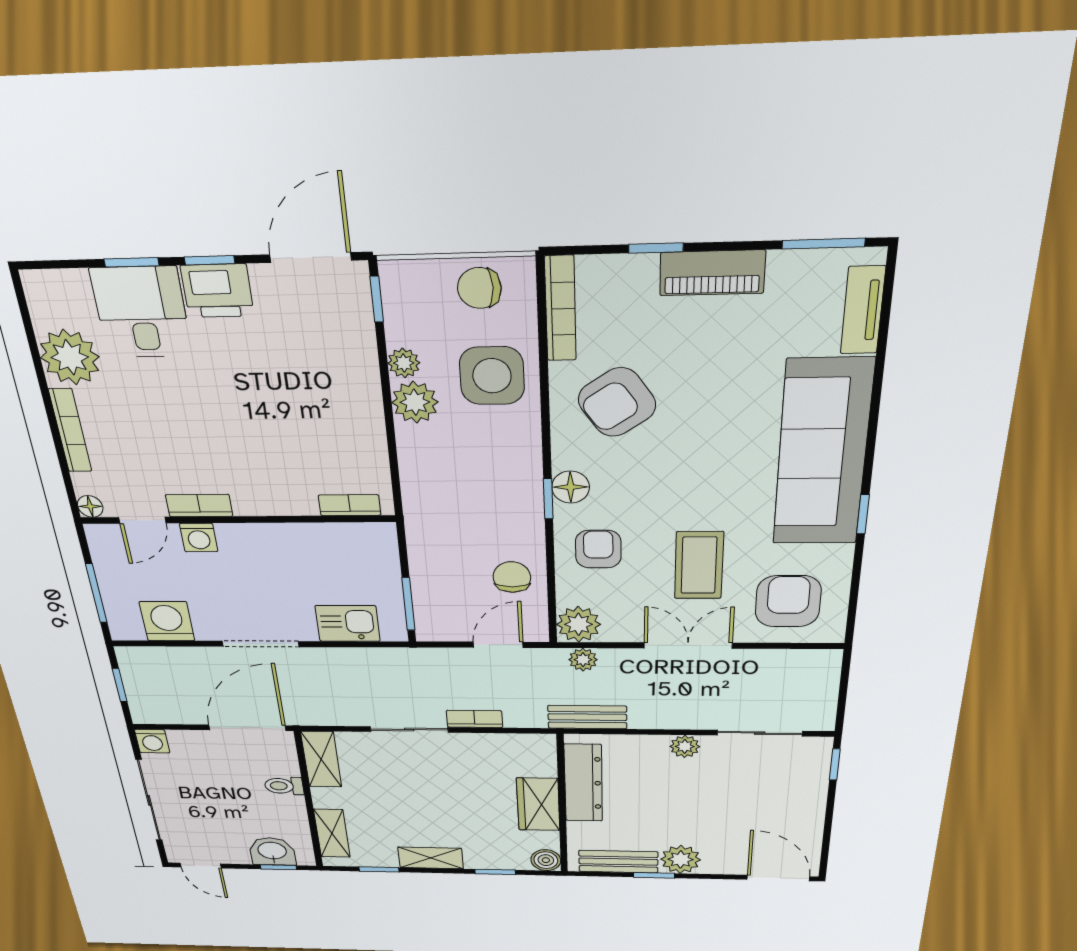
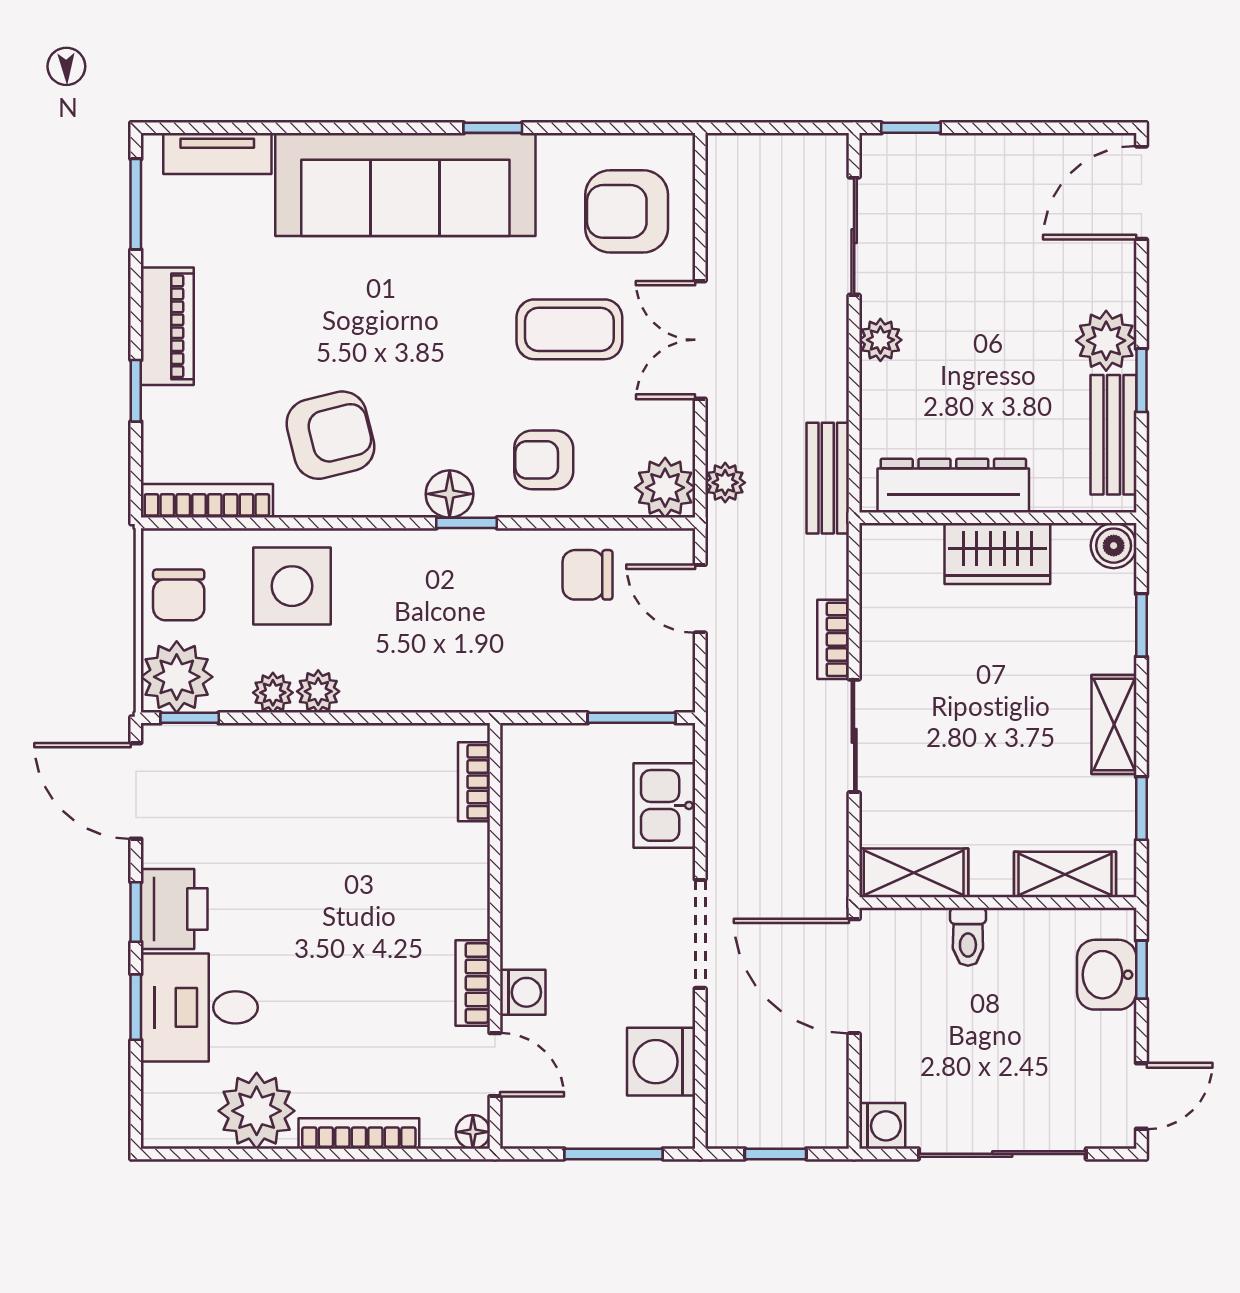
plant: (410, 288) -> (177, 677), added
plant: (415, 402) -> (318, 691), width x0.73, depth x0.73
armchair: (617, 402) -> (330, 435), turned -70

